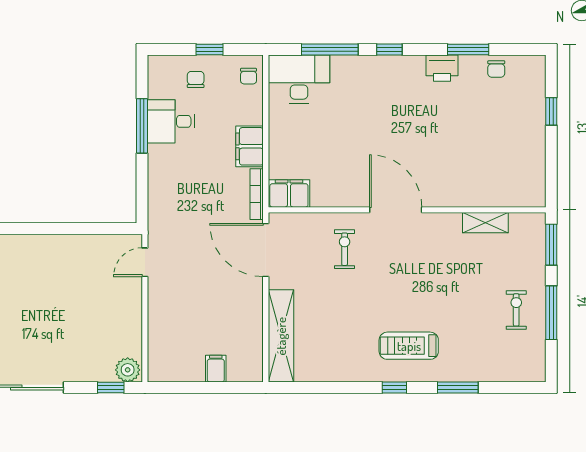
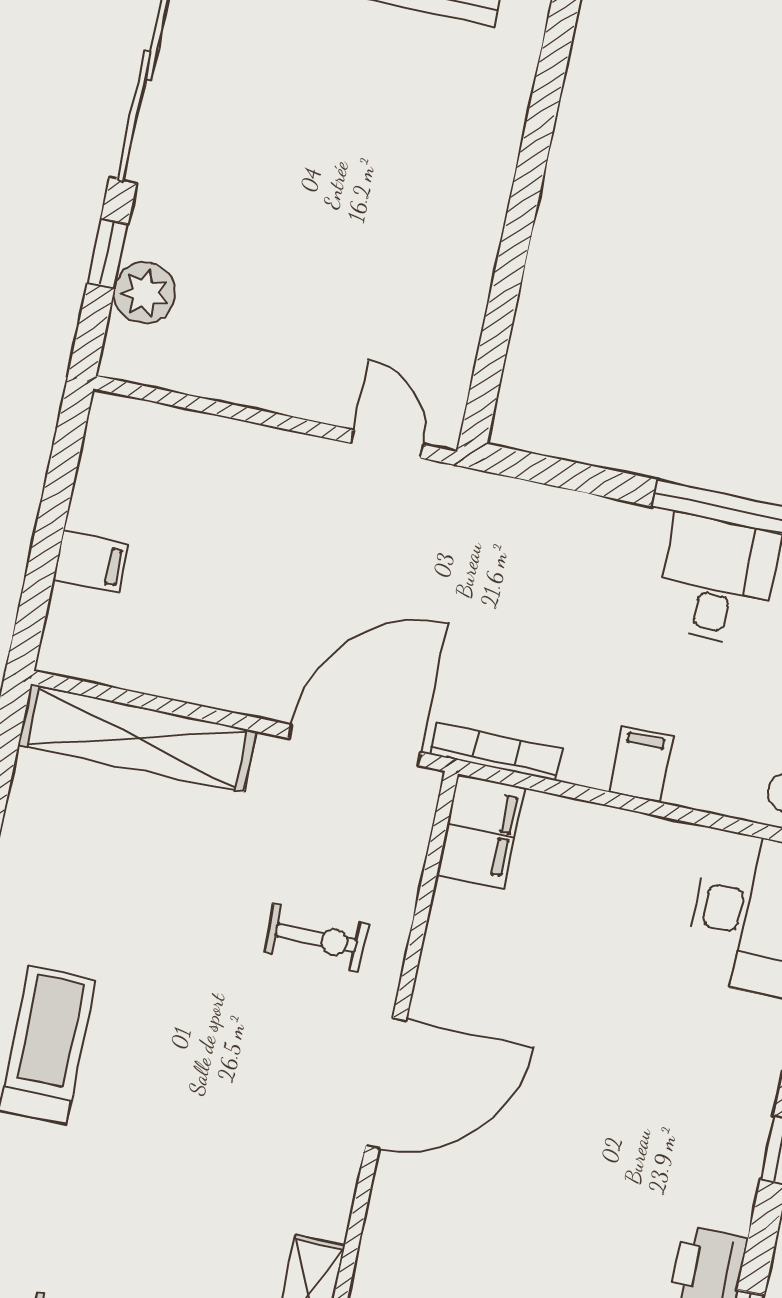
filing cabinet: (249, 146) -> (641, 764), width x0.50
plant: (128, 370) -> (144, 293), moved
window: (111, 387) -> (108, 253), moved

